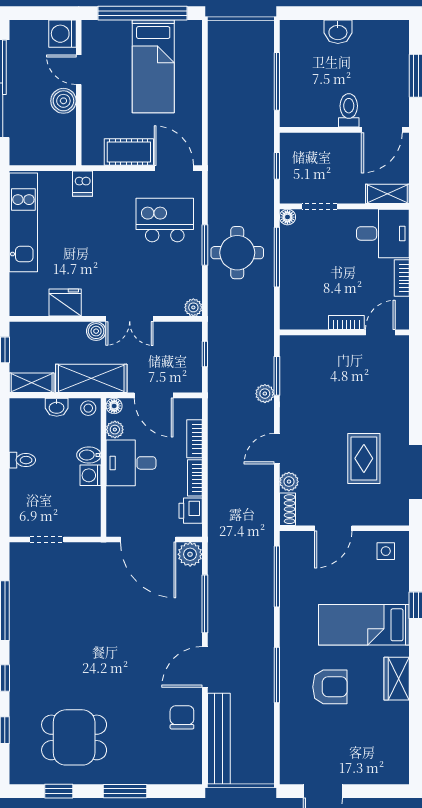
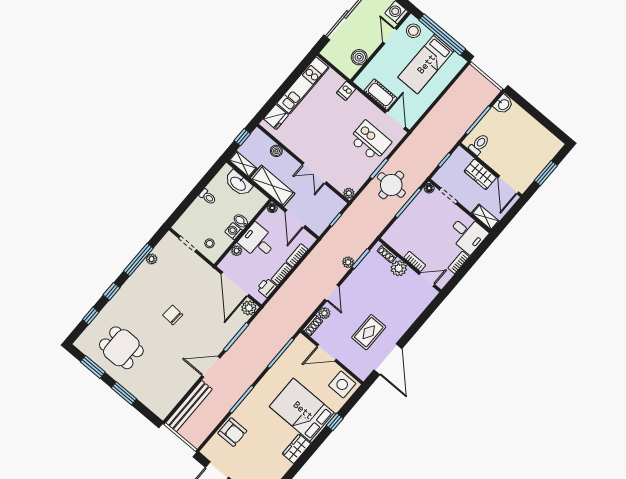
washbasin: (338, 32) -> (503, 104), moved, turned -90
stool: (103, 39) -> (413, 31), added
boiler: (63, 101) -> (359, 57), moved
toilet: (349, 110) -> (479, 144), moved
door: (382, 130) -> (508, 185), hinge flipped
wardrobe: (336, 146) -> (480, 174), added
fridge: (65, 302) -> (276, 117), moved, turned 90
boiler: (96, 331) -> (276, 151), moved
shoe rack: (304, 342) -> (387, 254), added
plant: (334, 348) -> (399, 268), added
washbasin: (57, 407) -> (238, 183), width x1.91, depth x1.45
stool: (88, 408) -> (210, 243), moved
plant: (115, 430) -> (237, 251), moved
door: (277, 449) -> (332, 293), swing flipped
side table: (386, 551) -> (342, 384), width x1.87, depth x1.87
plant: (18, 596) -> (152, 259), added
bed: (364, 625) -> (303, 410), width x1.50
armchair: (330, 687) -> (232, 432), moved
chair: (182, 717) -> (173, 315), moved, turned -86
window: (59, 791) -> (93, 367), width x1.50

